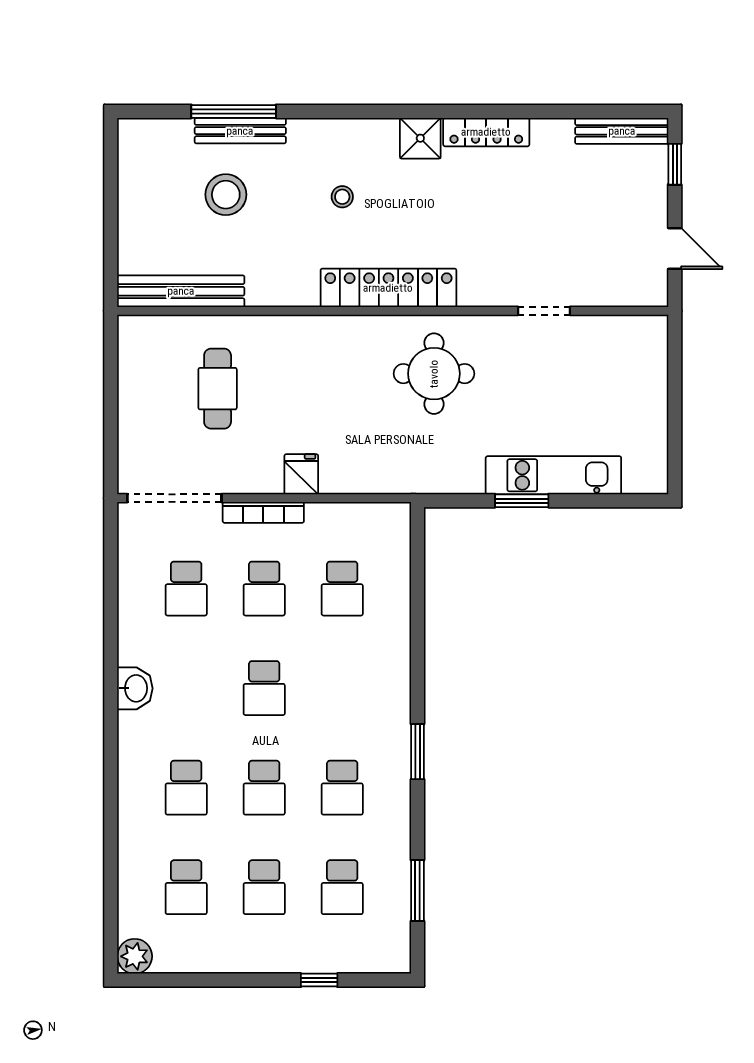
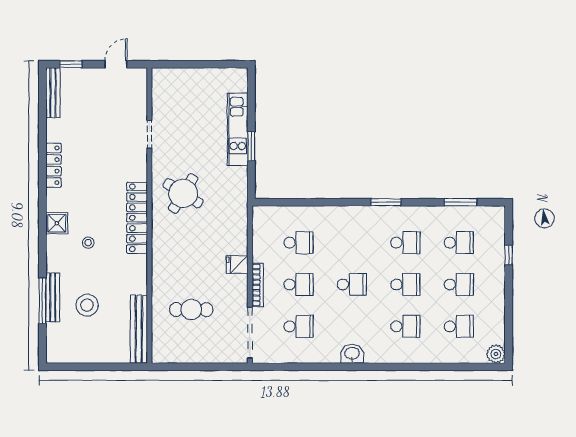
shower: (420, 138) -> (57, 223), moved
round table: (434, 374) -> (183, 193), turned 32

